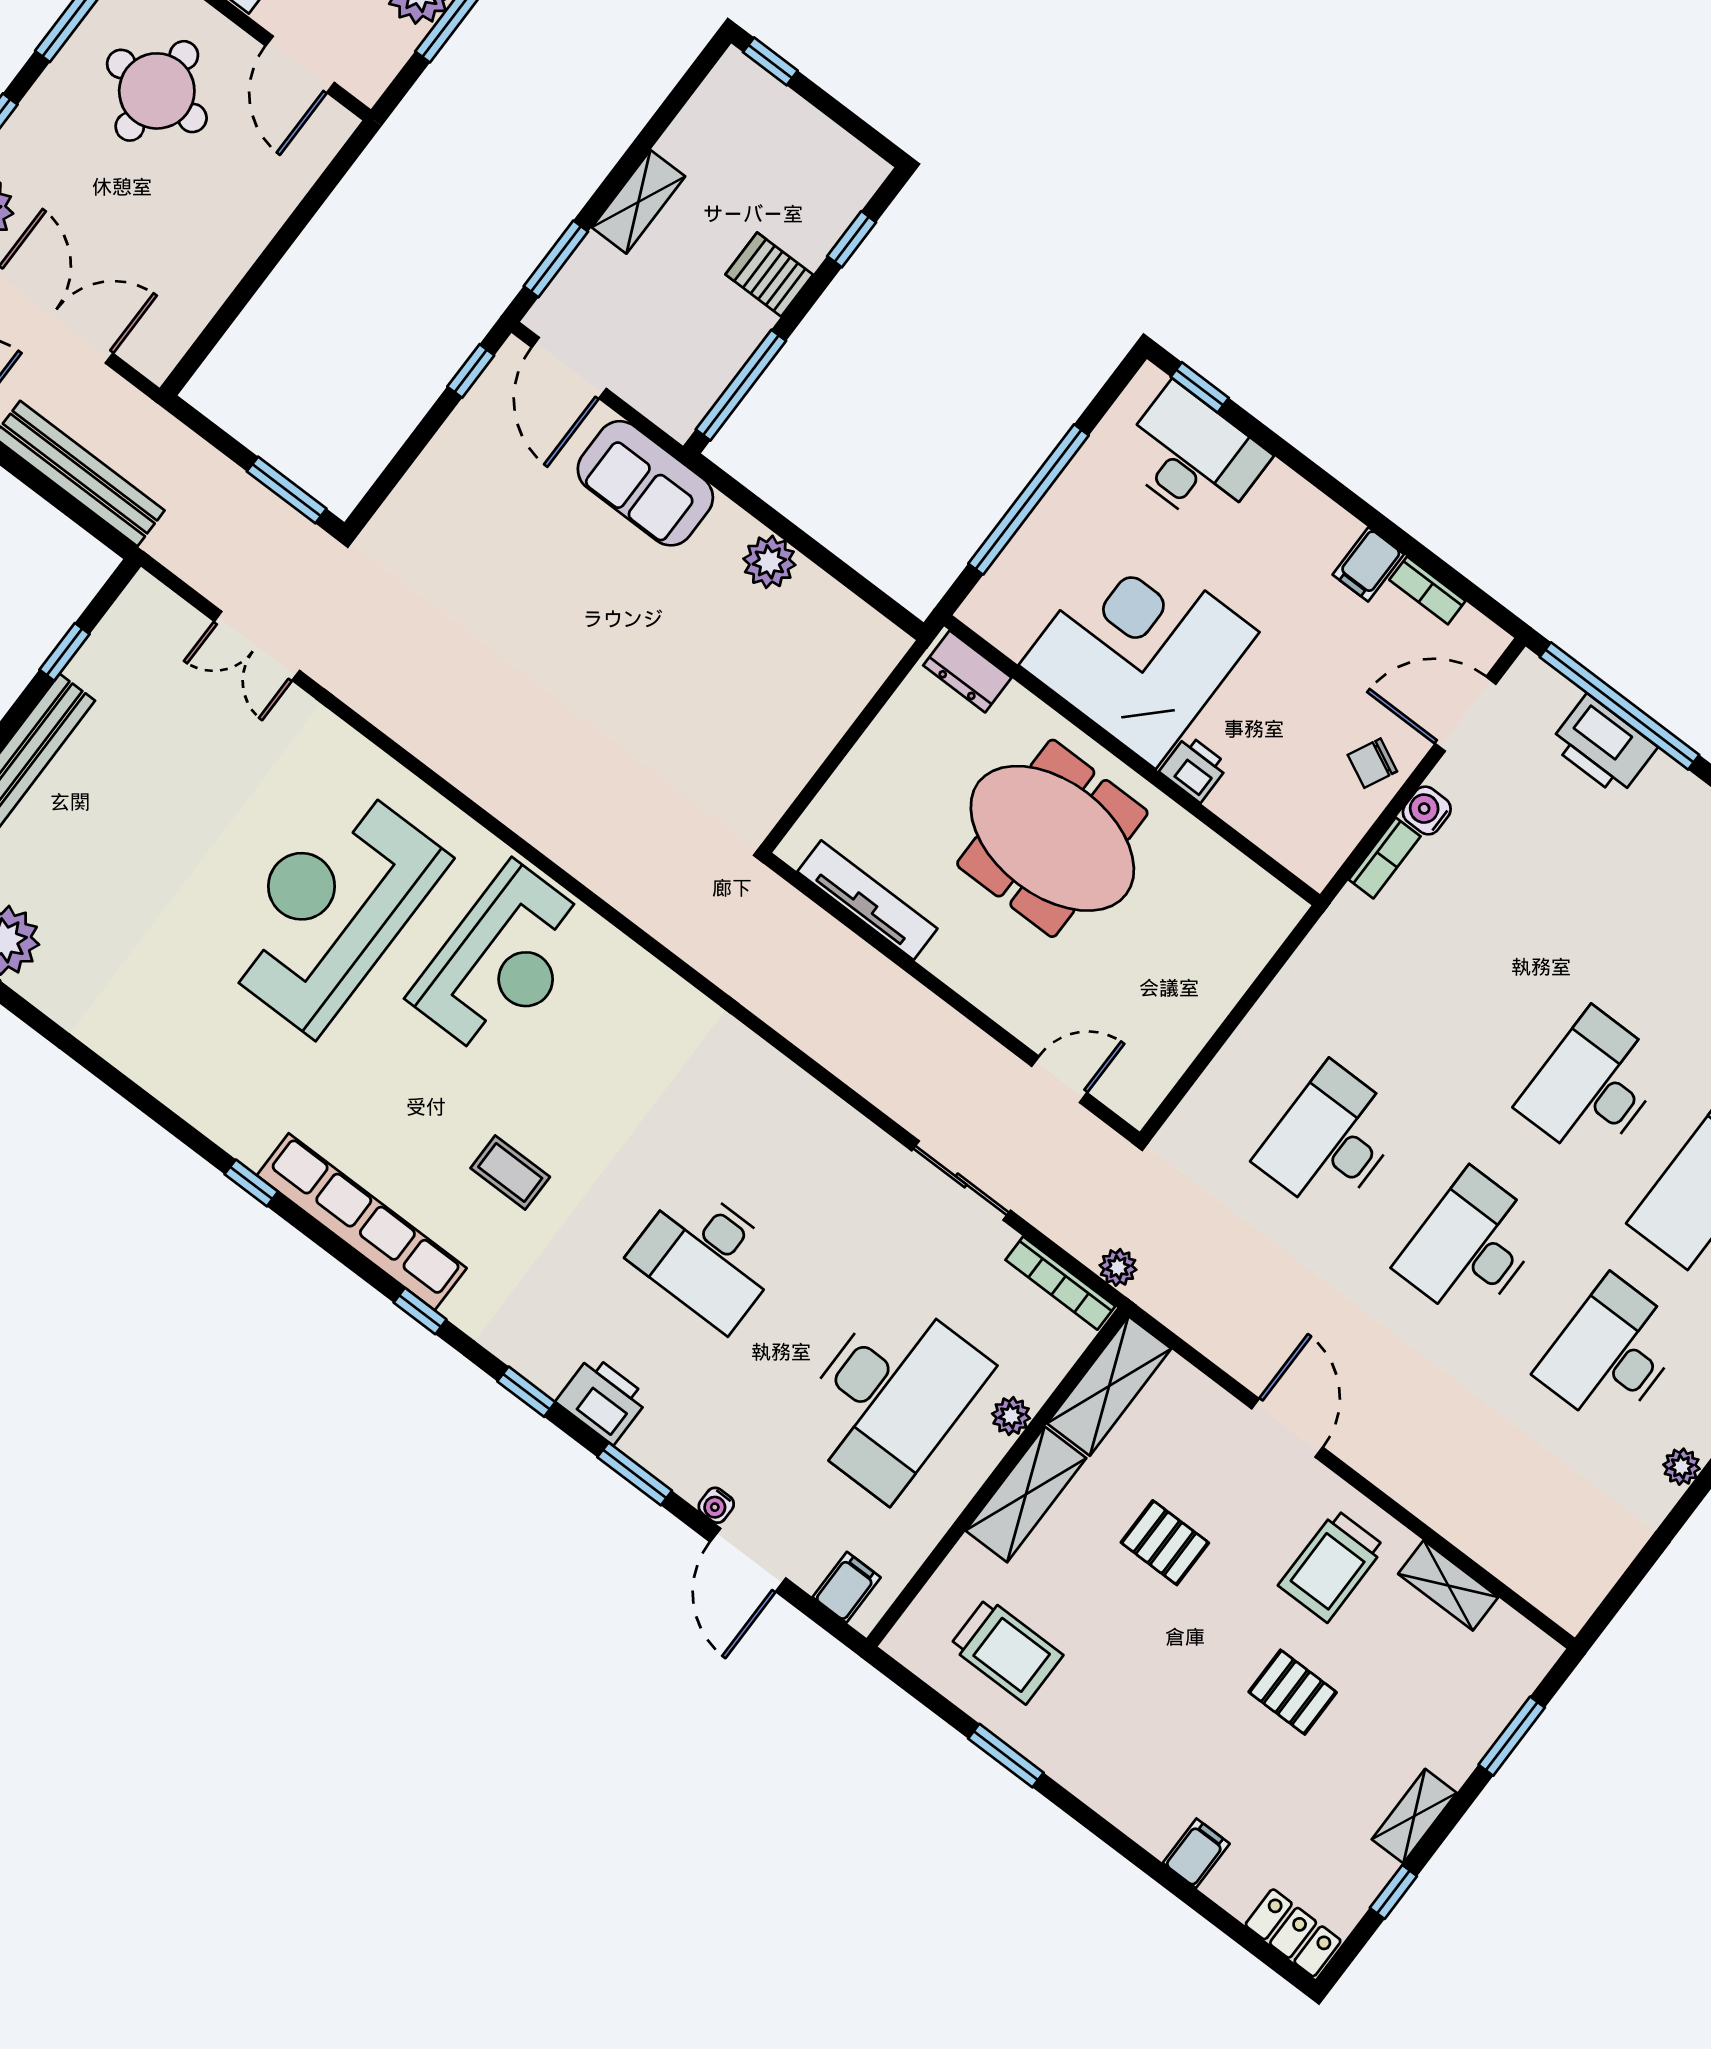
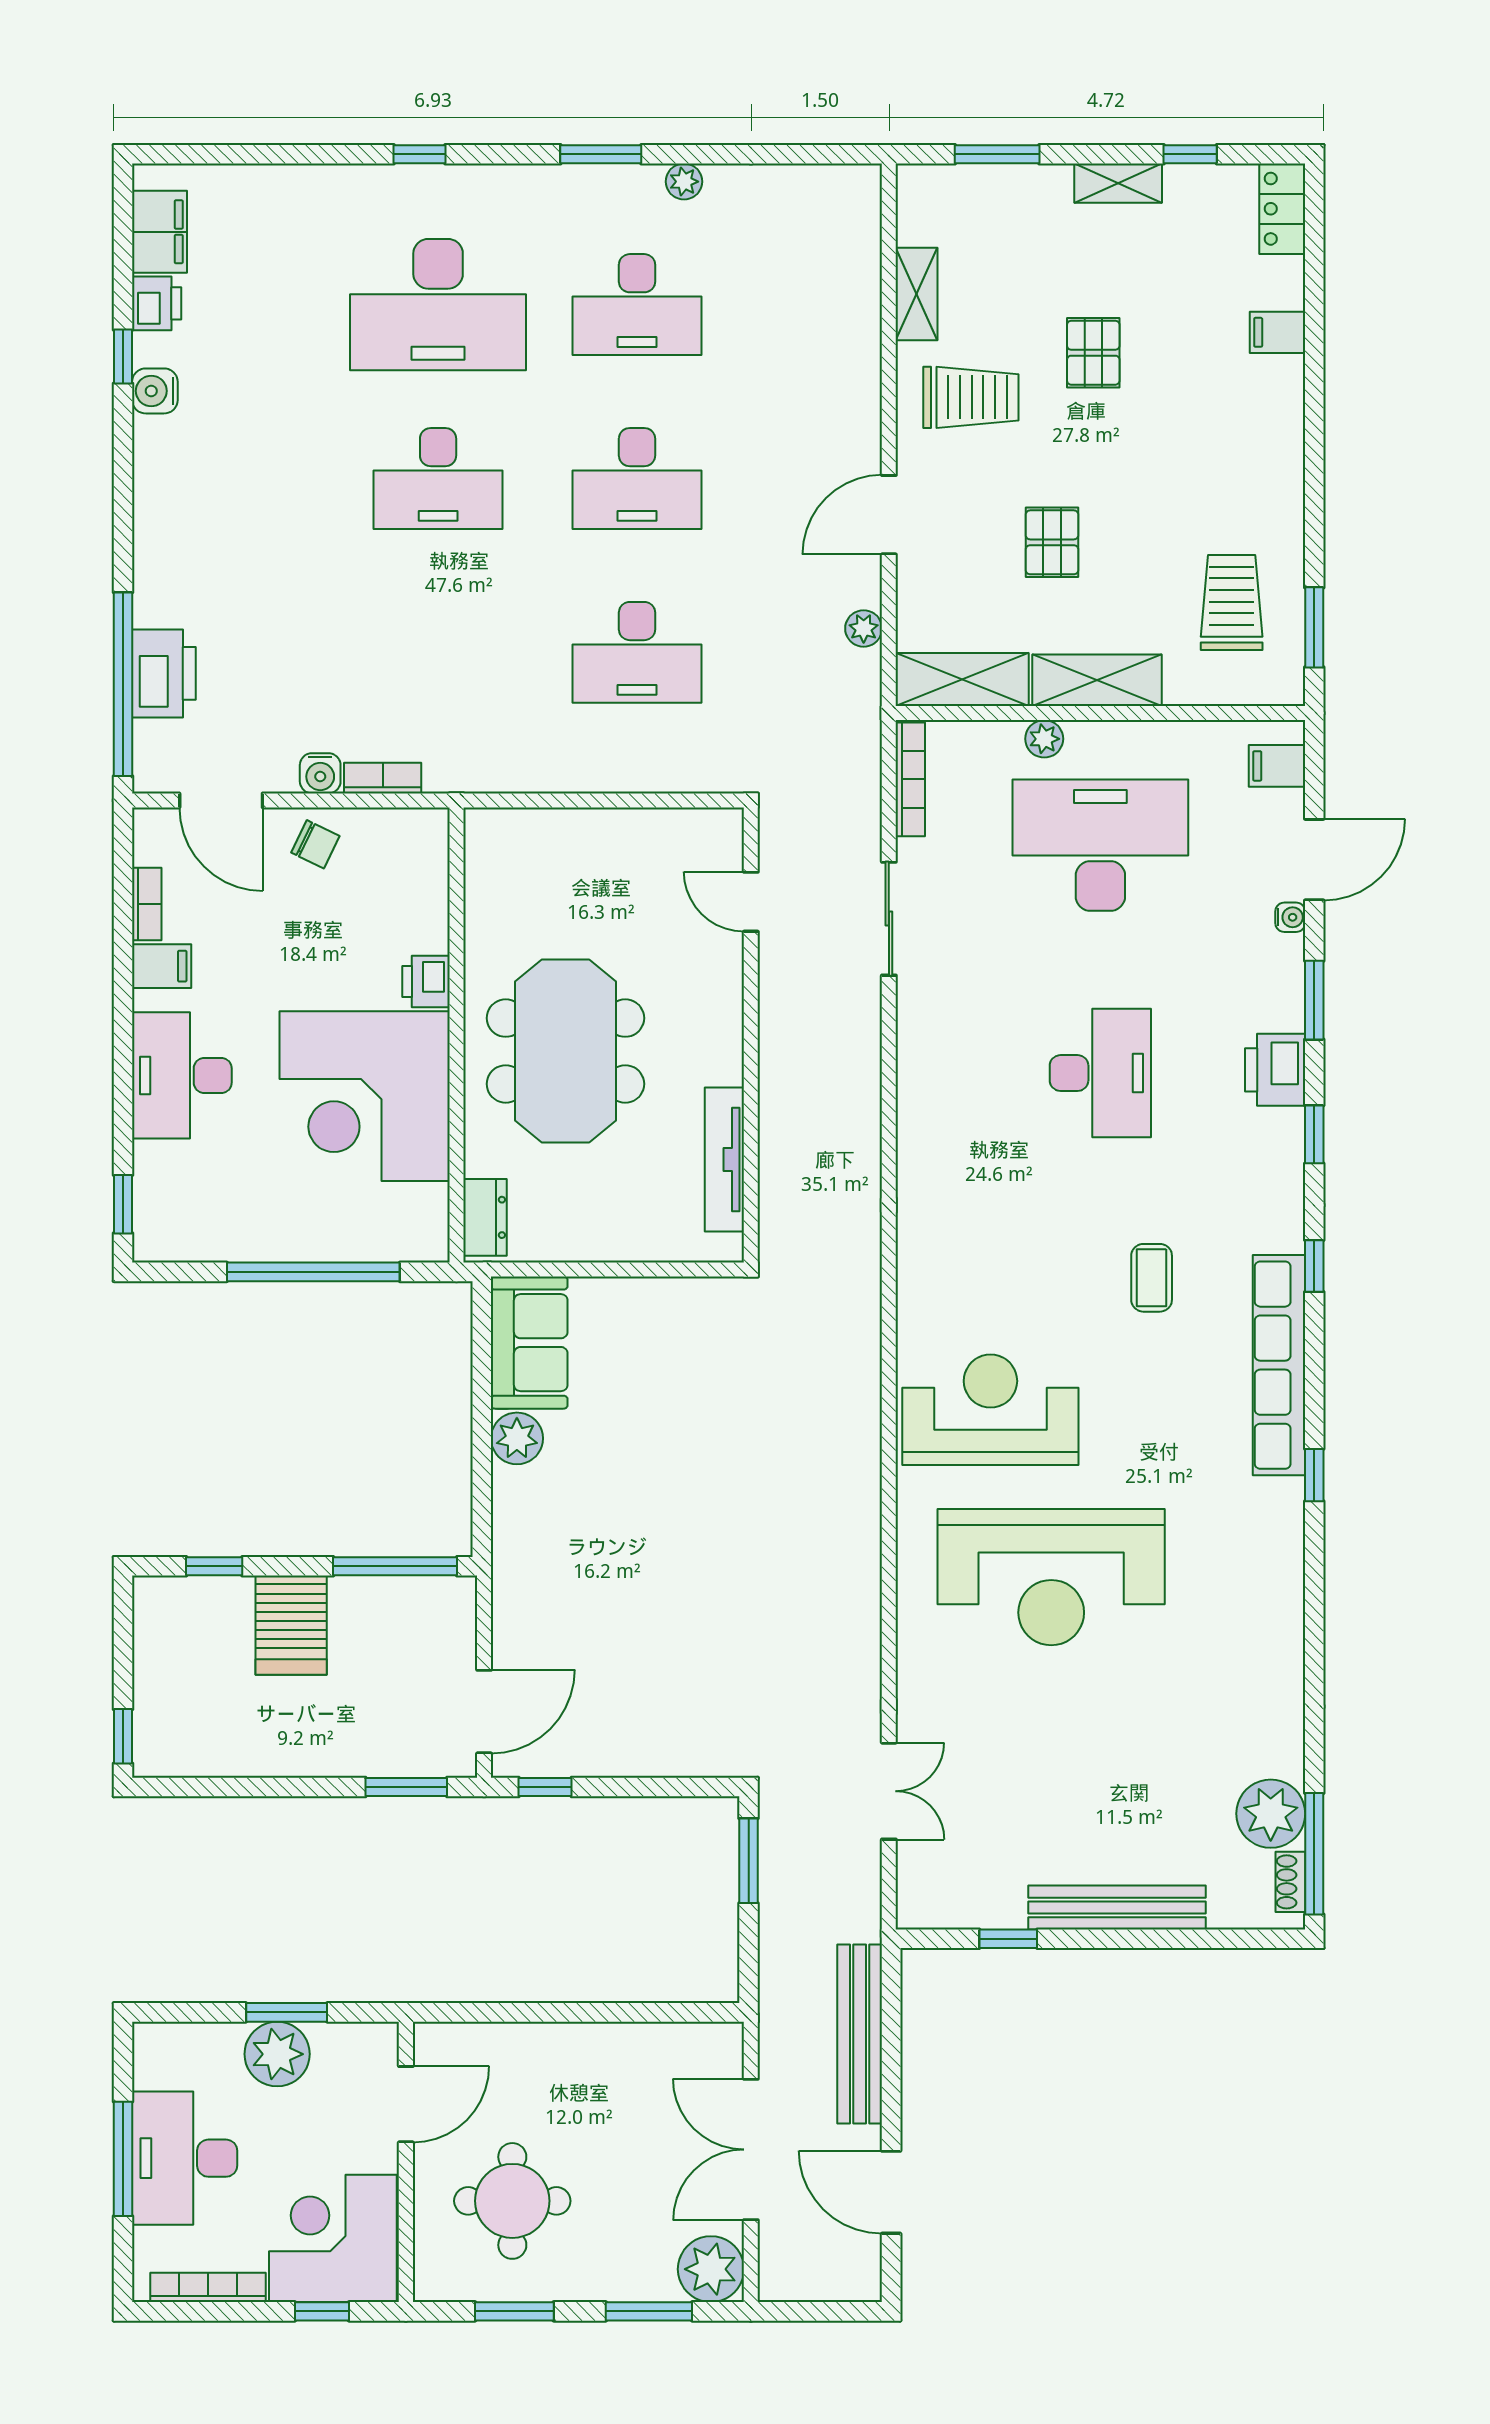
shelving: (638, 202) -> (312, 1756), removed
server rack: (769, 274) -> (291, 1625), width x1.36, depth x1.44
desk: (1193, 457) -> (182, 1075), moved
sofa: (645, 483) -> (529, 1343), moved
plant: (1118, 1267) -> (864, 628), moved
window: (1006, 1756) -> (1314, 627), moved

